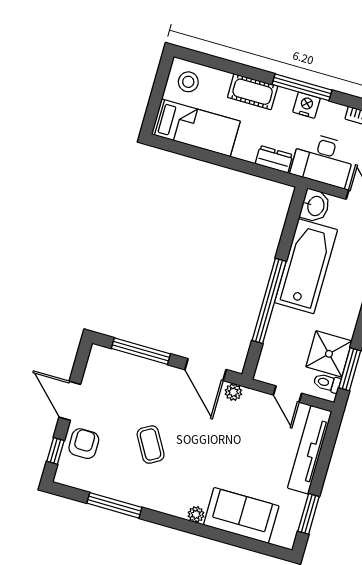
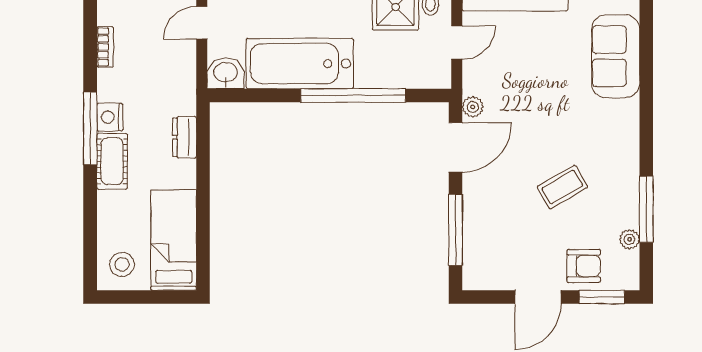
cot: (253, 92) -> (112, 161), moved
desk: (323, 160) -> (169, 79), removed
armchair: (84, 444) -> (584, 266), turned 180
window: (55, 451) -> (602, 297), width x1.50
plant: (196, 514) -> (630, 239), moved

